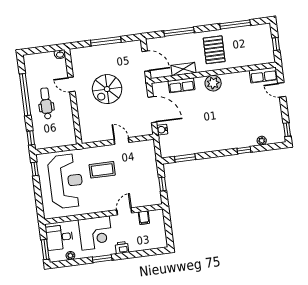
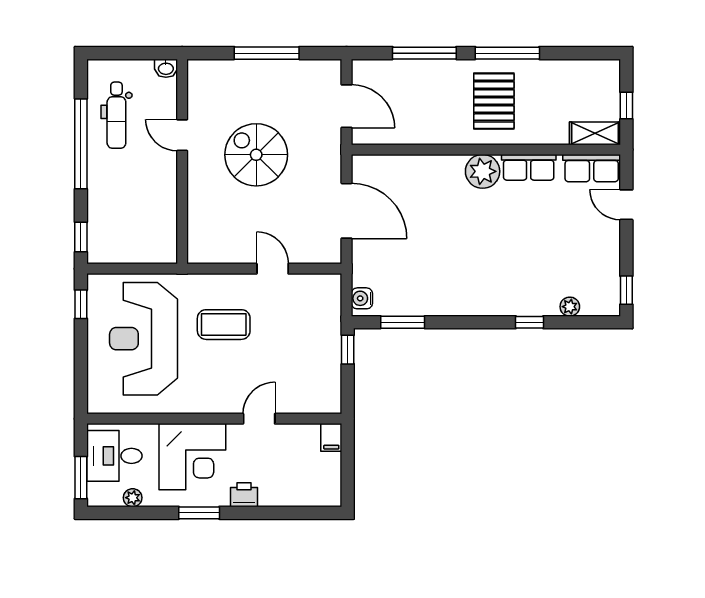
window: (235, 24) -> (507, 53), moved
shelving: (183, 69) -> (595, 133), moved
row of seats: (181, 85) -> (529, 167), moved
spiral stairs: (107, 89) -> (256, 155), turned 90
dental chair: (46, 103) -> (116, 115), moved, turned 180
water cooler: (162, 130) -> (362, 298), moved
reception desk: (66, 181) -> (144, 339), turned 180
window: (163, 184) -> (348, 350), moved
filing cabinet: (144, 218) -> (331, 437), moved

